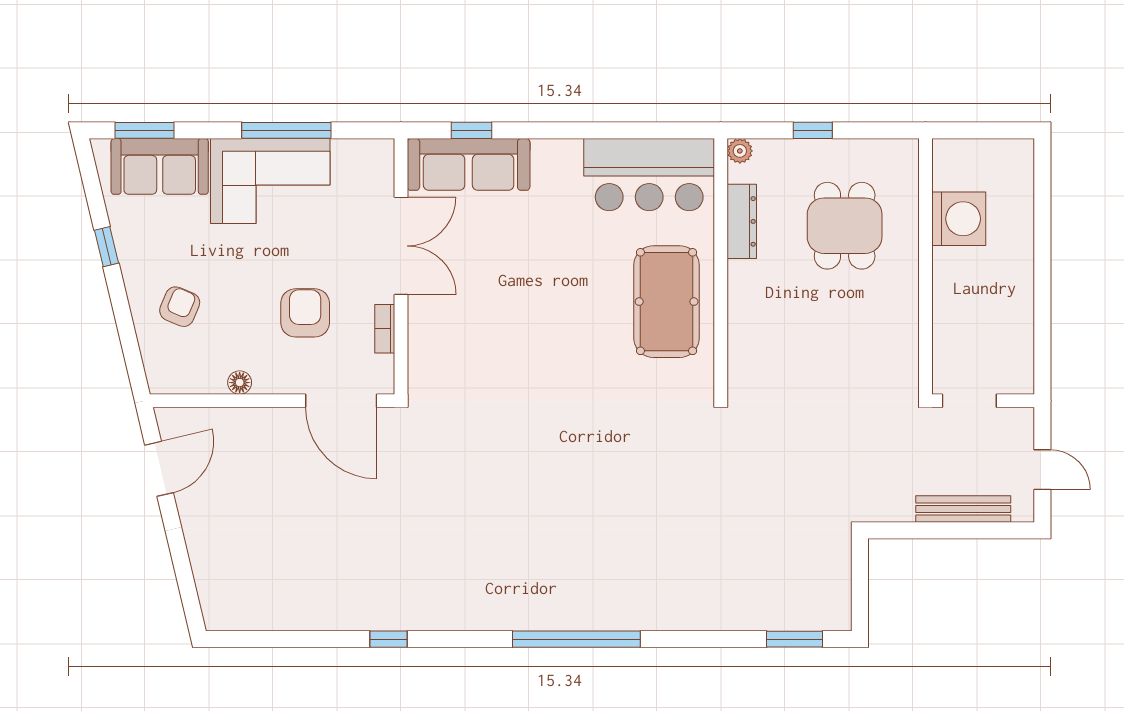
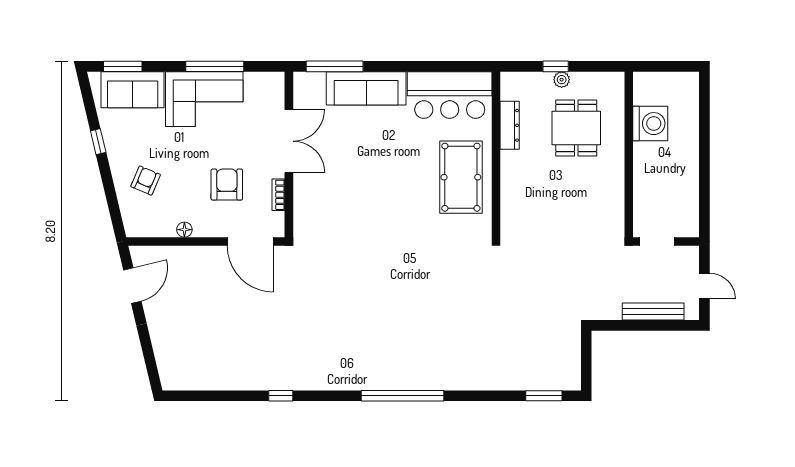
window: (472, 130) -> (335, 66), width x2.17
plant: (740, 151) -> (562, 80), moved
sofa: (469, 164) -> (366, 88), moved

